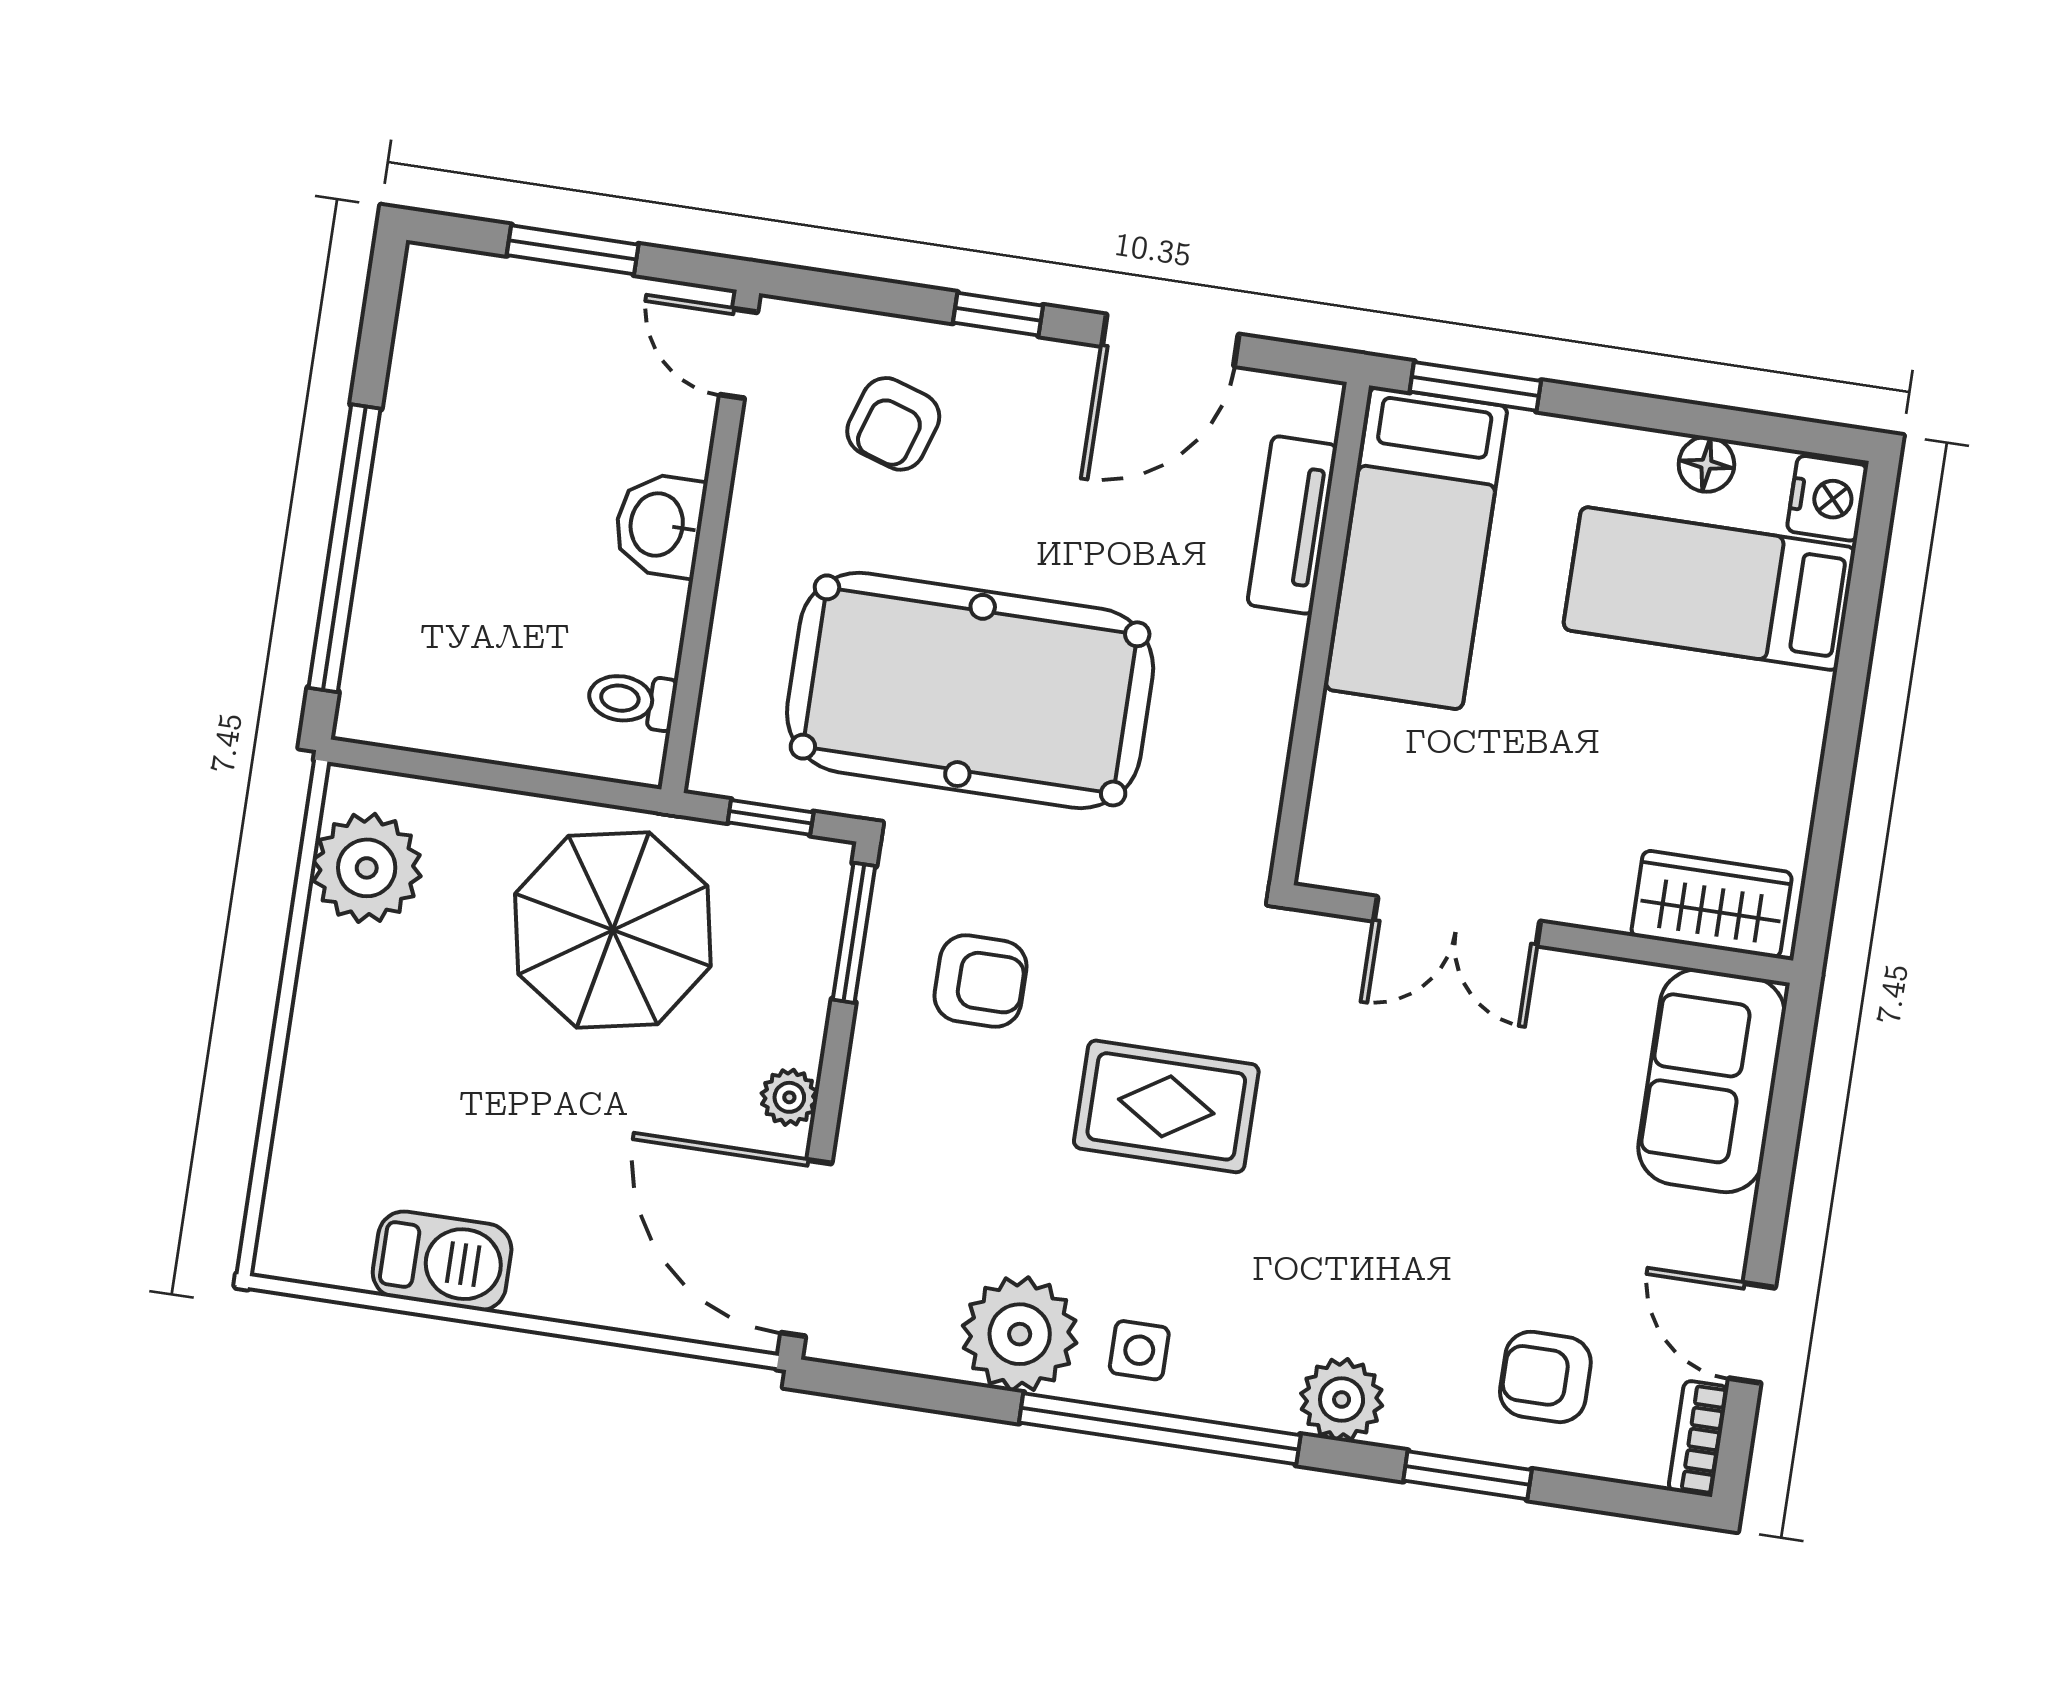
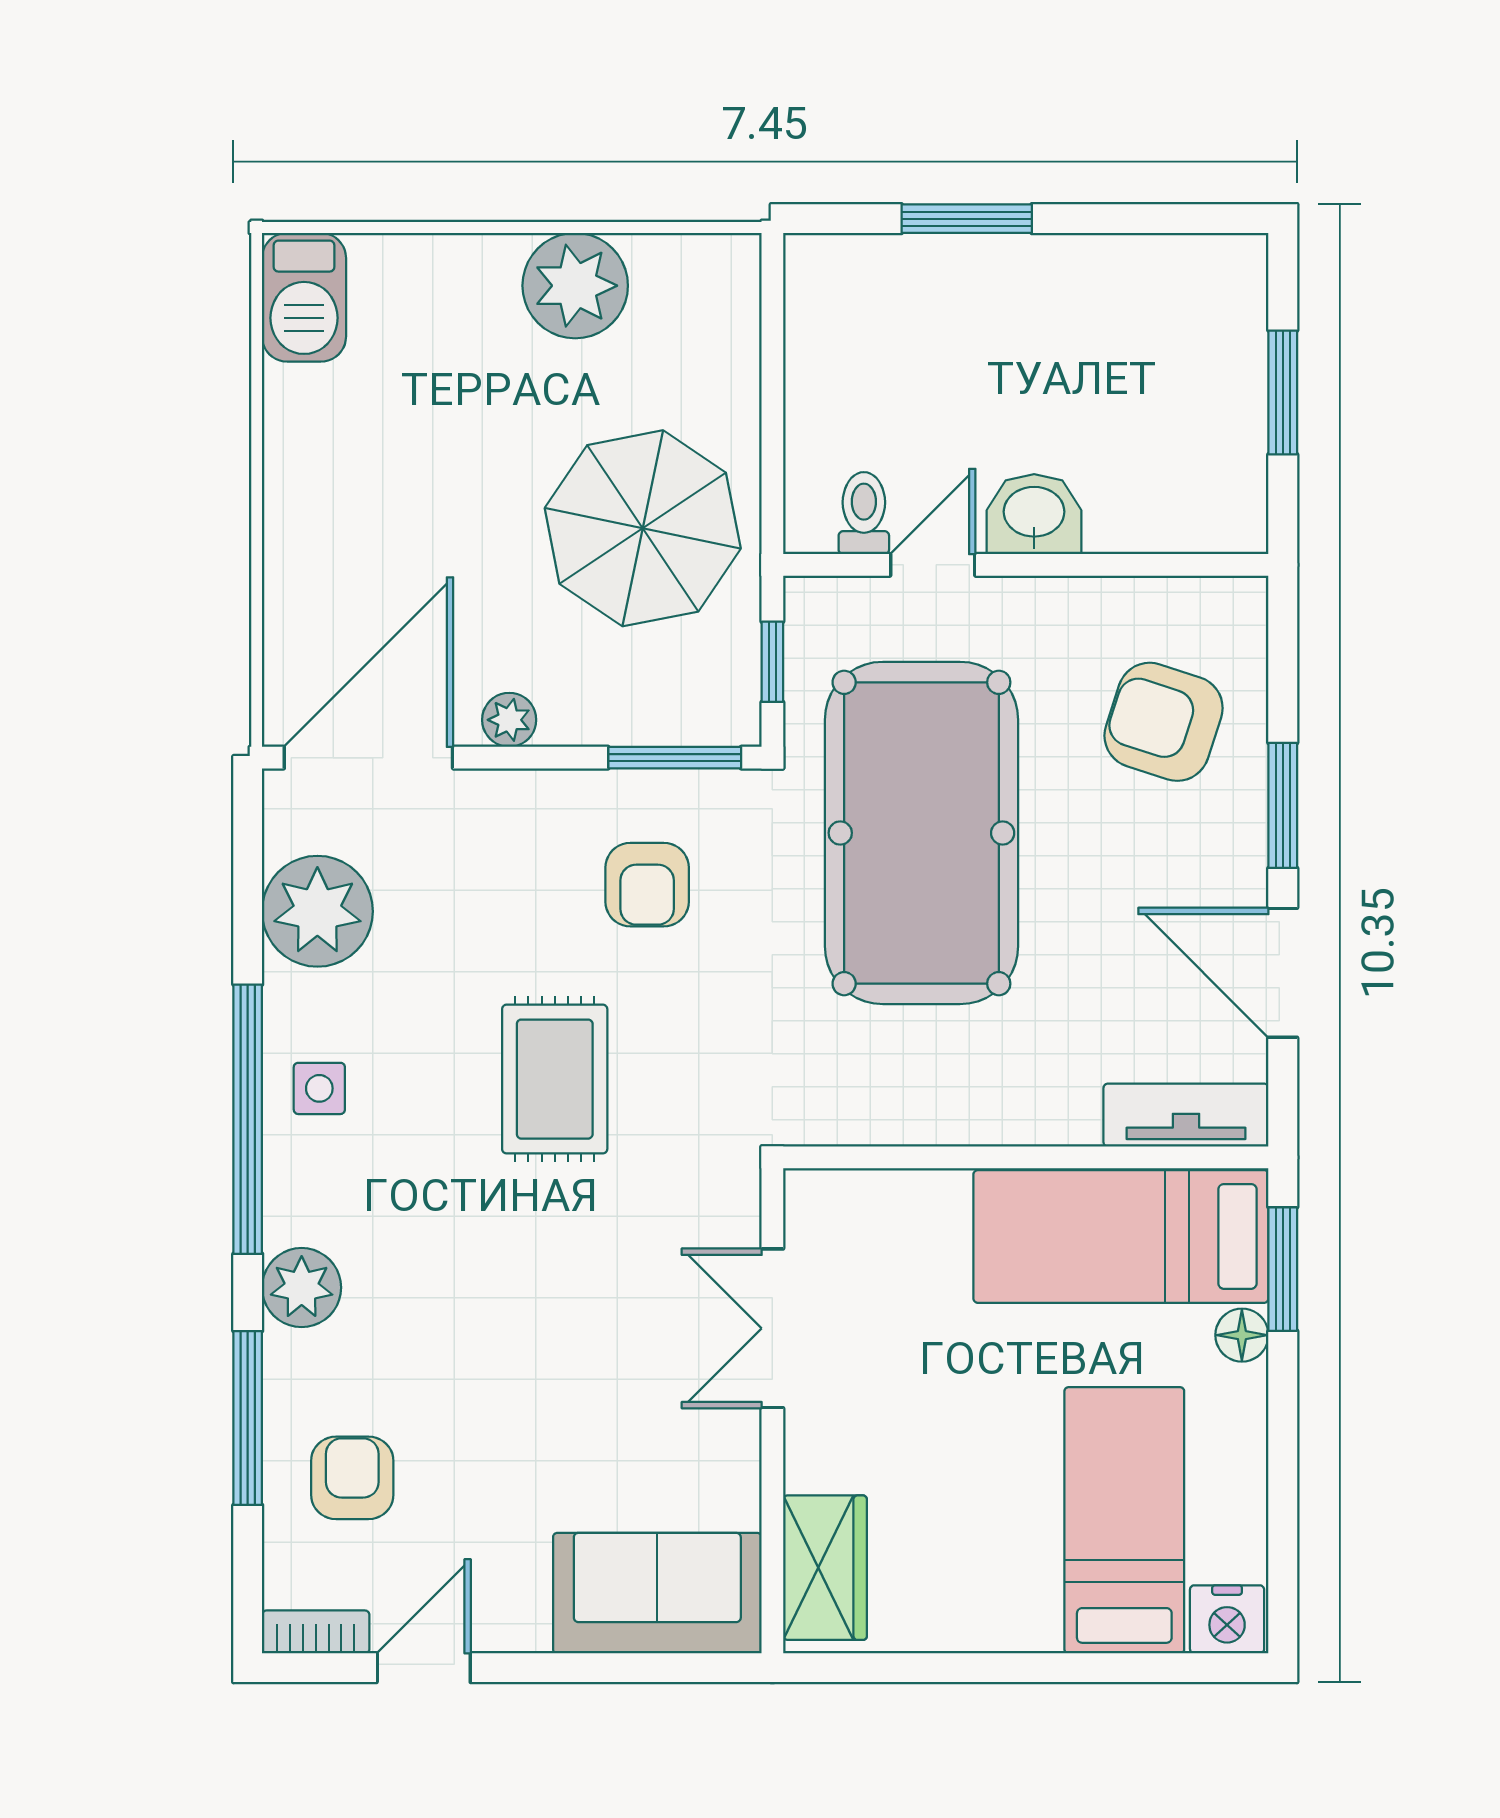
window: (998, 314) -> (1283, 805), width x1.50
door: (739, 353) -> (933, 565), moved
armchair: (893, 424) -> (1164, 722), width x1.38, depth x1.38
floor lamp: (1706, 464) -> (1242, 1335), moved
tv unit: (1292, 525) -> (1186, 1115), moved
window: (344, 548) -> (967, 219), width x0.47
plant: (367, 868) -> (575, 286), moved
barbecue: (442, 1261) -> (304, 297), moved
plant: (1020, 1334) -> (317, 911), moved
window: (1467, 1475) -> (248, 1418), width x1.44

